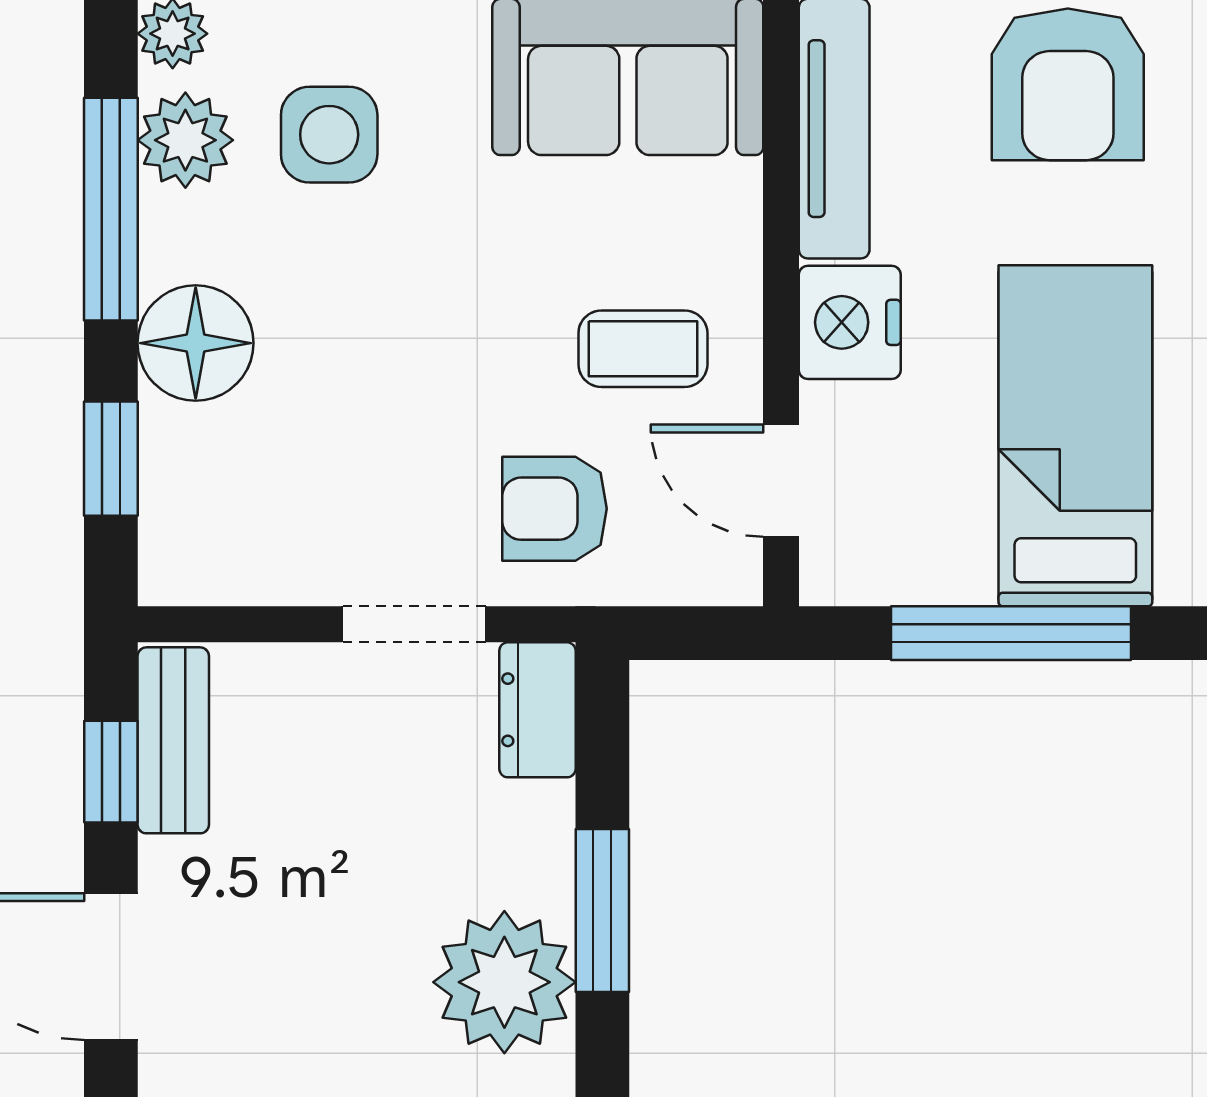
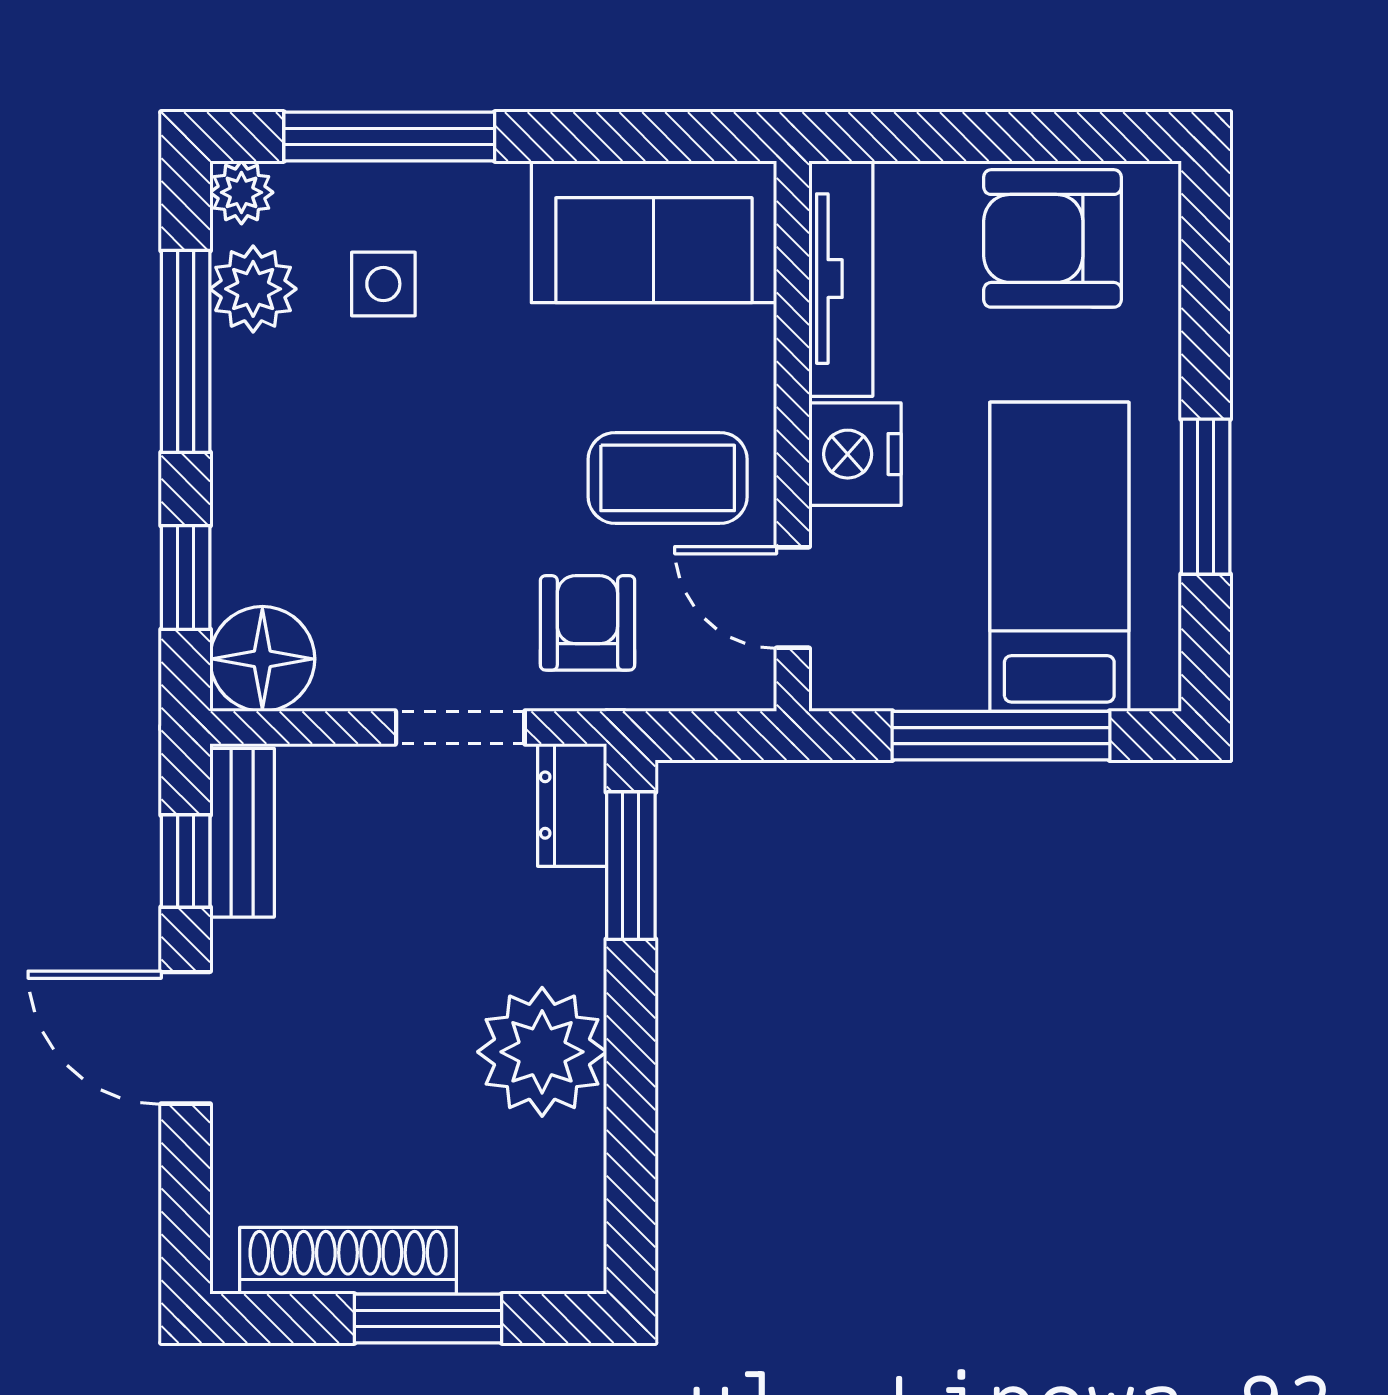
armchair: (1068, 84) -> (1053, 238), turned 90
side table: (329, 135) -> (383, 284), width x0.73, depth x0.73
floor lamp: (196, 343) -> (262, 659), moved
coffee table: (643, 349) -> (668, 478), width x1.36, depth x1.30
armchair: (554, 509) -> (587, 623), turned 90
window: (602, 910) -> (631, 866), moved

